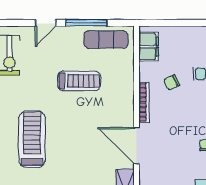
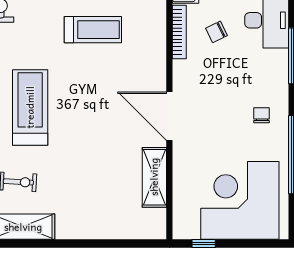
bookcase: (144, 102) -> (179, 32), moved

